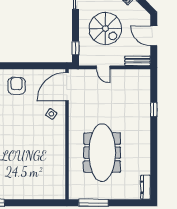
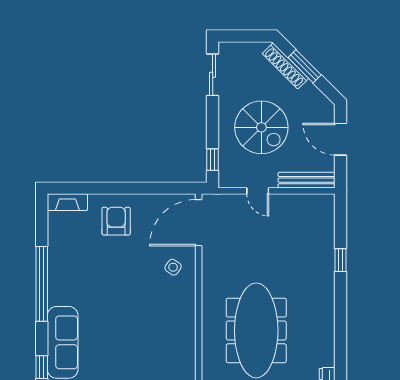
bench: (138, 61) -> (307, 180), width x1.36

